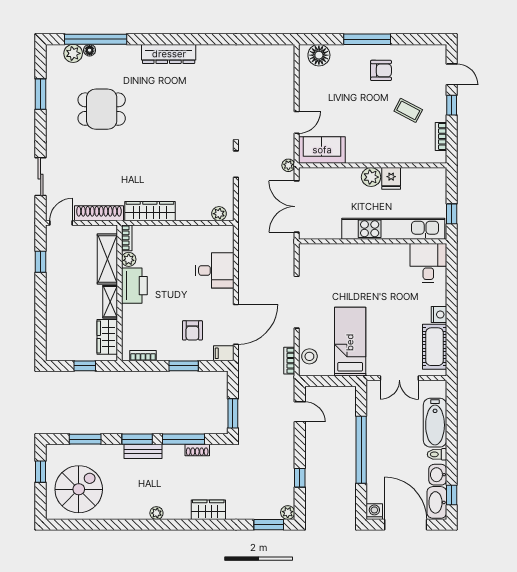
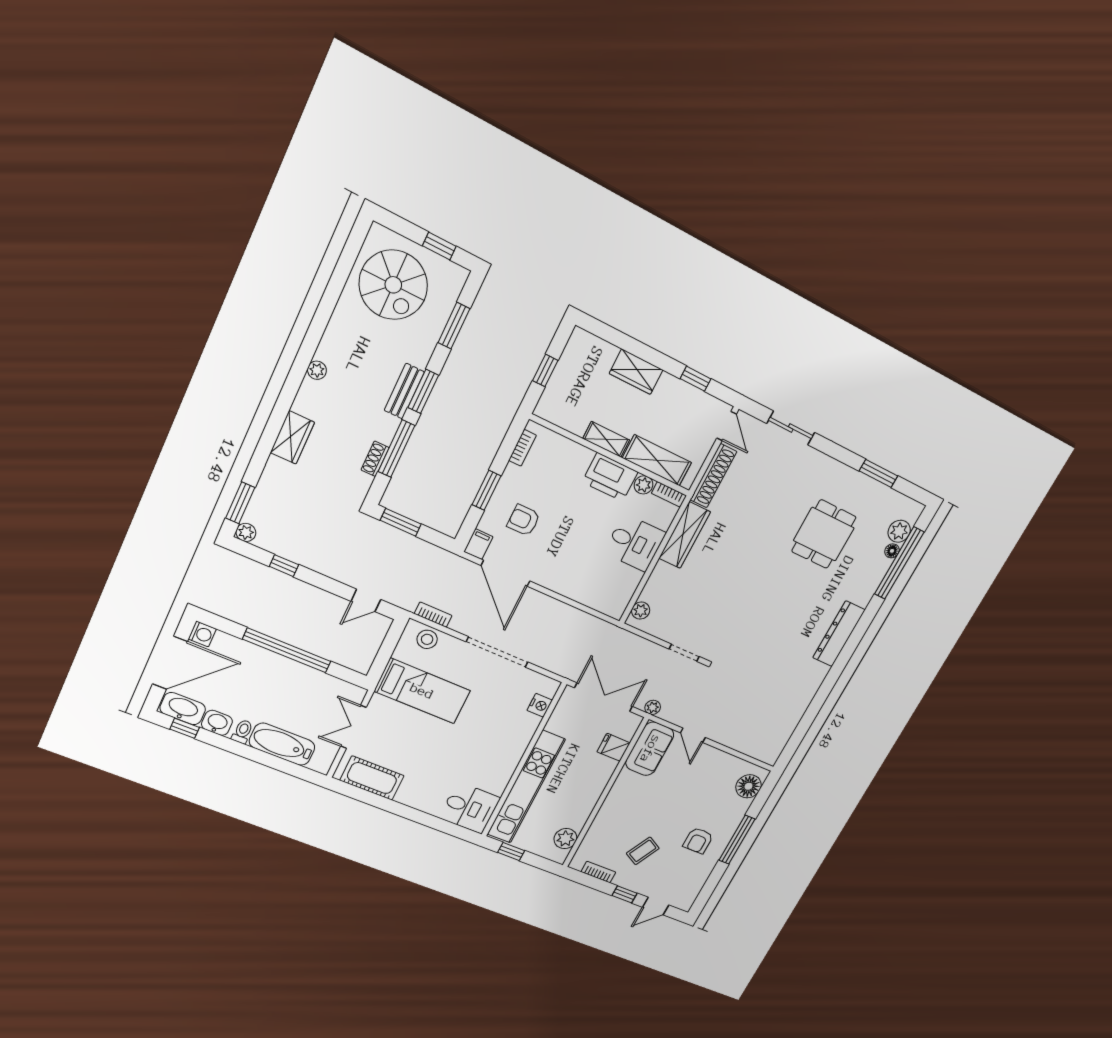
plant: (371, 177) -> (565, 839), moved
fridge: (391, 178) -> (614, 747), moved
desk: (215, 270) -> (635, 543), moved, turned -90
nightstand: (439, 315) -> (540, 705), moved, turned -90
wardrobe: (107, 337) -> (636, 372), moved, turned 180

